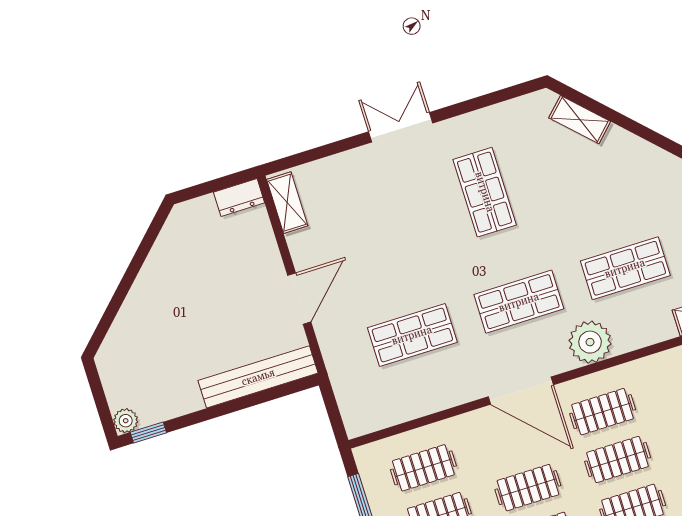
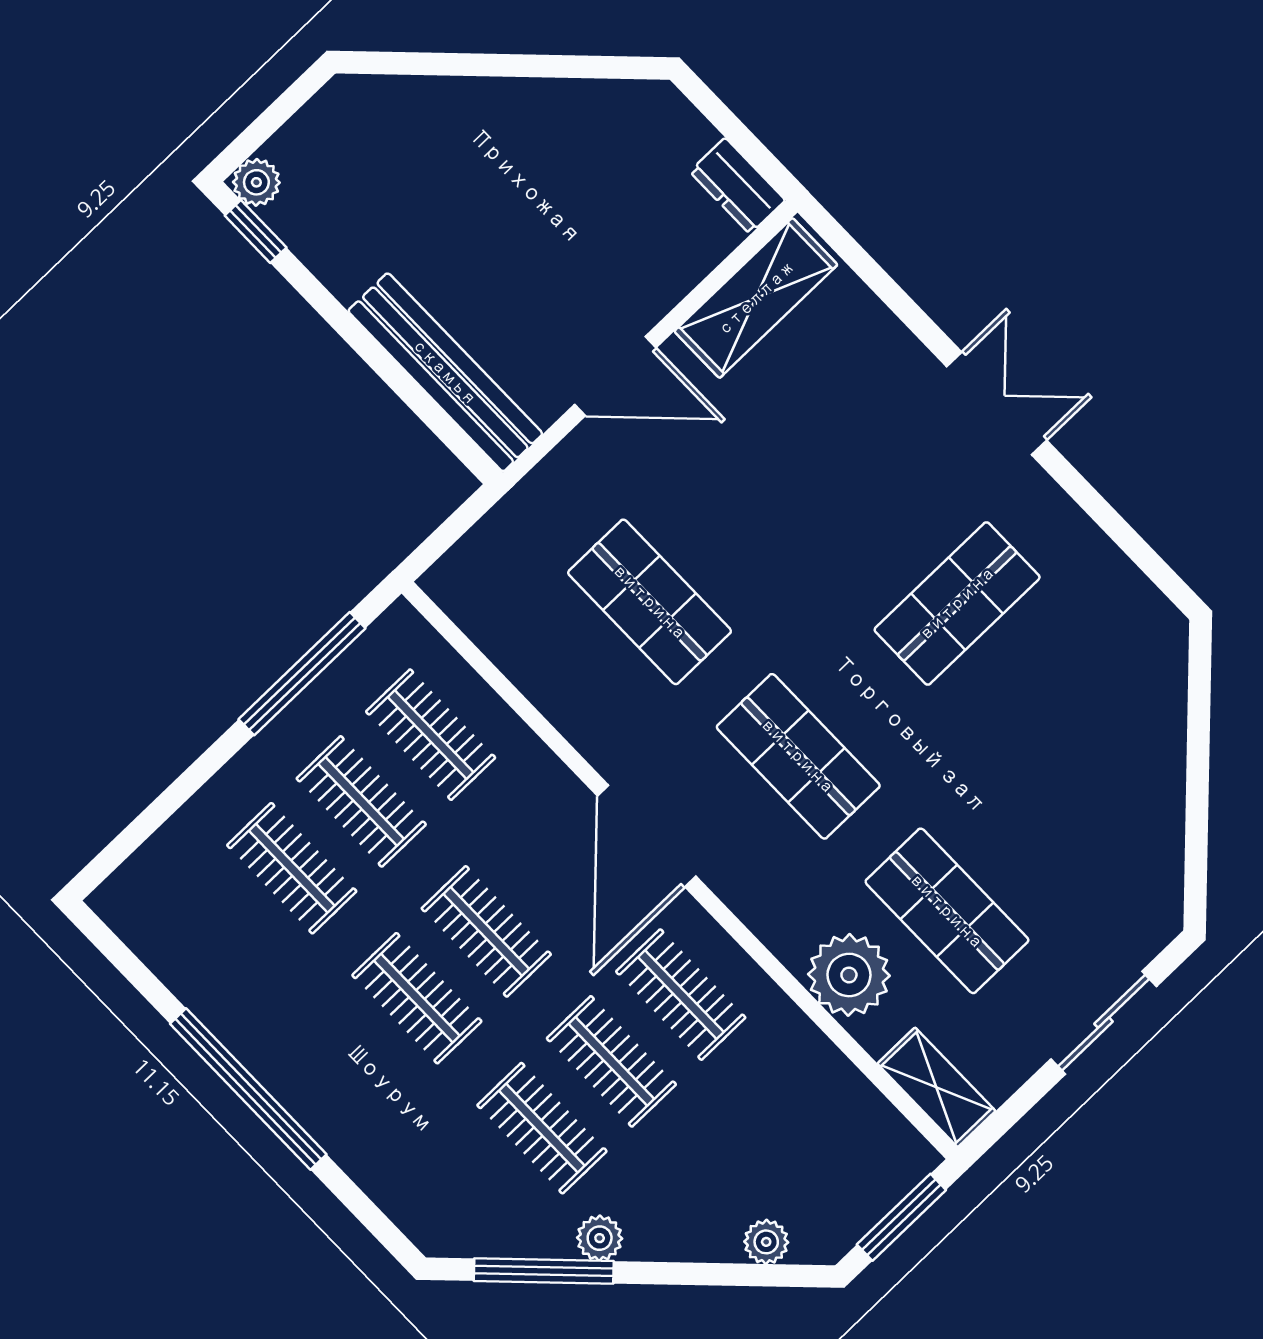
shelving: (580, 120) -> (1163, 705), removed
shelving: (287, 203) -> (756, 298), width x1.50, depth x1.33
plant: (590, 342) -> (849, 975), moved

